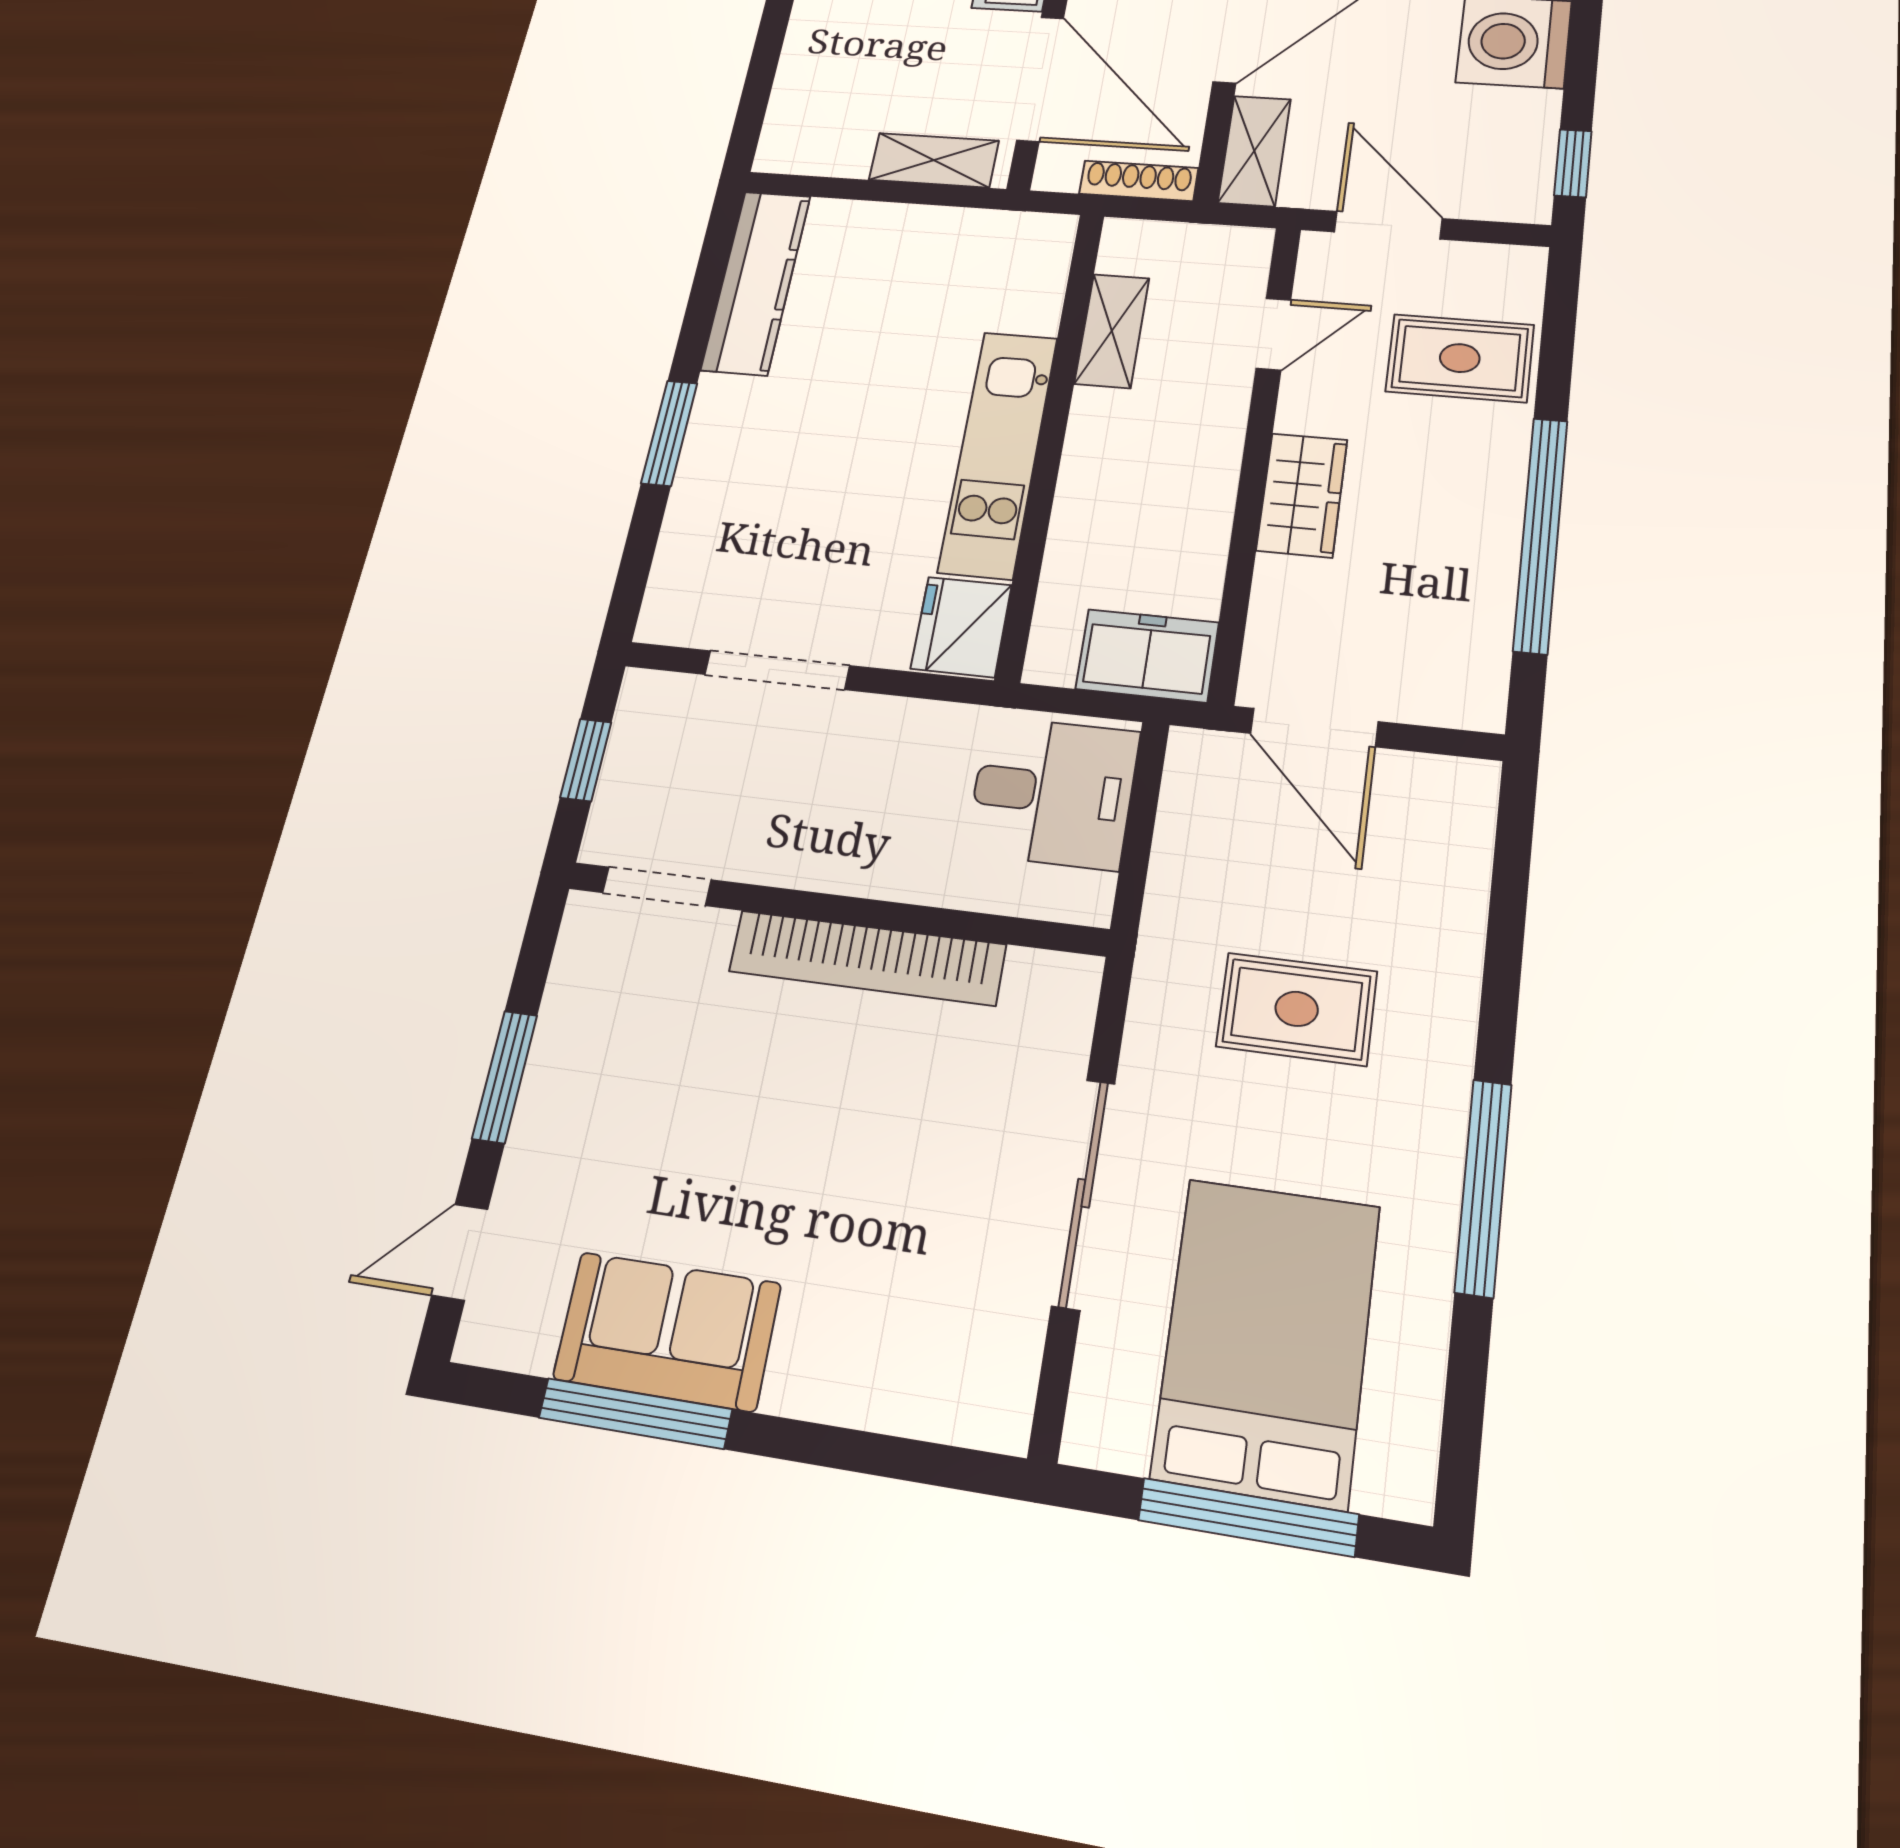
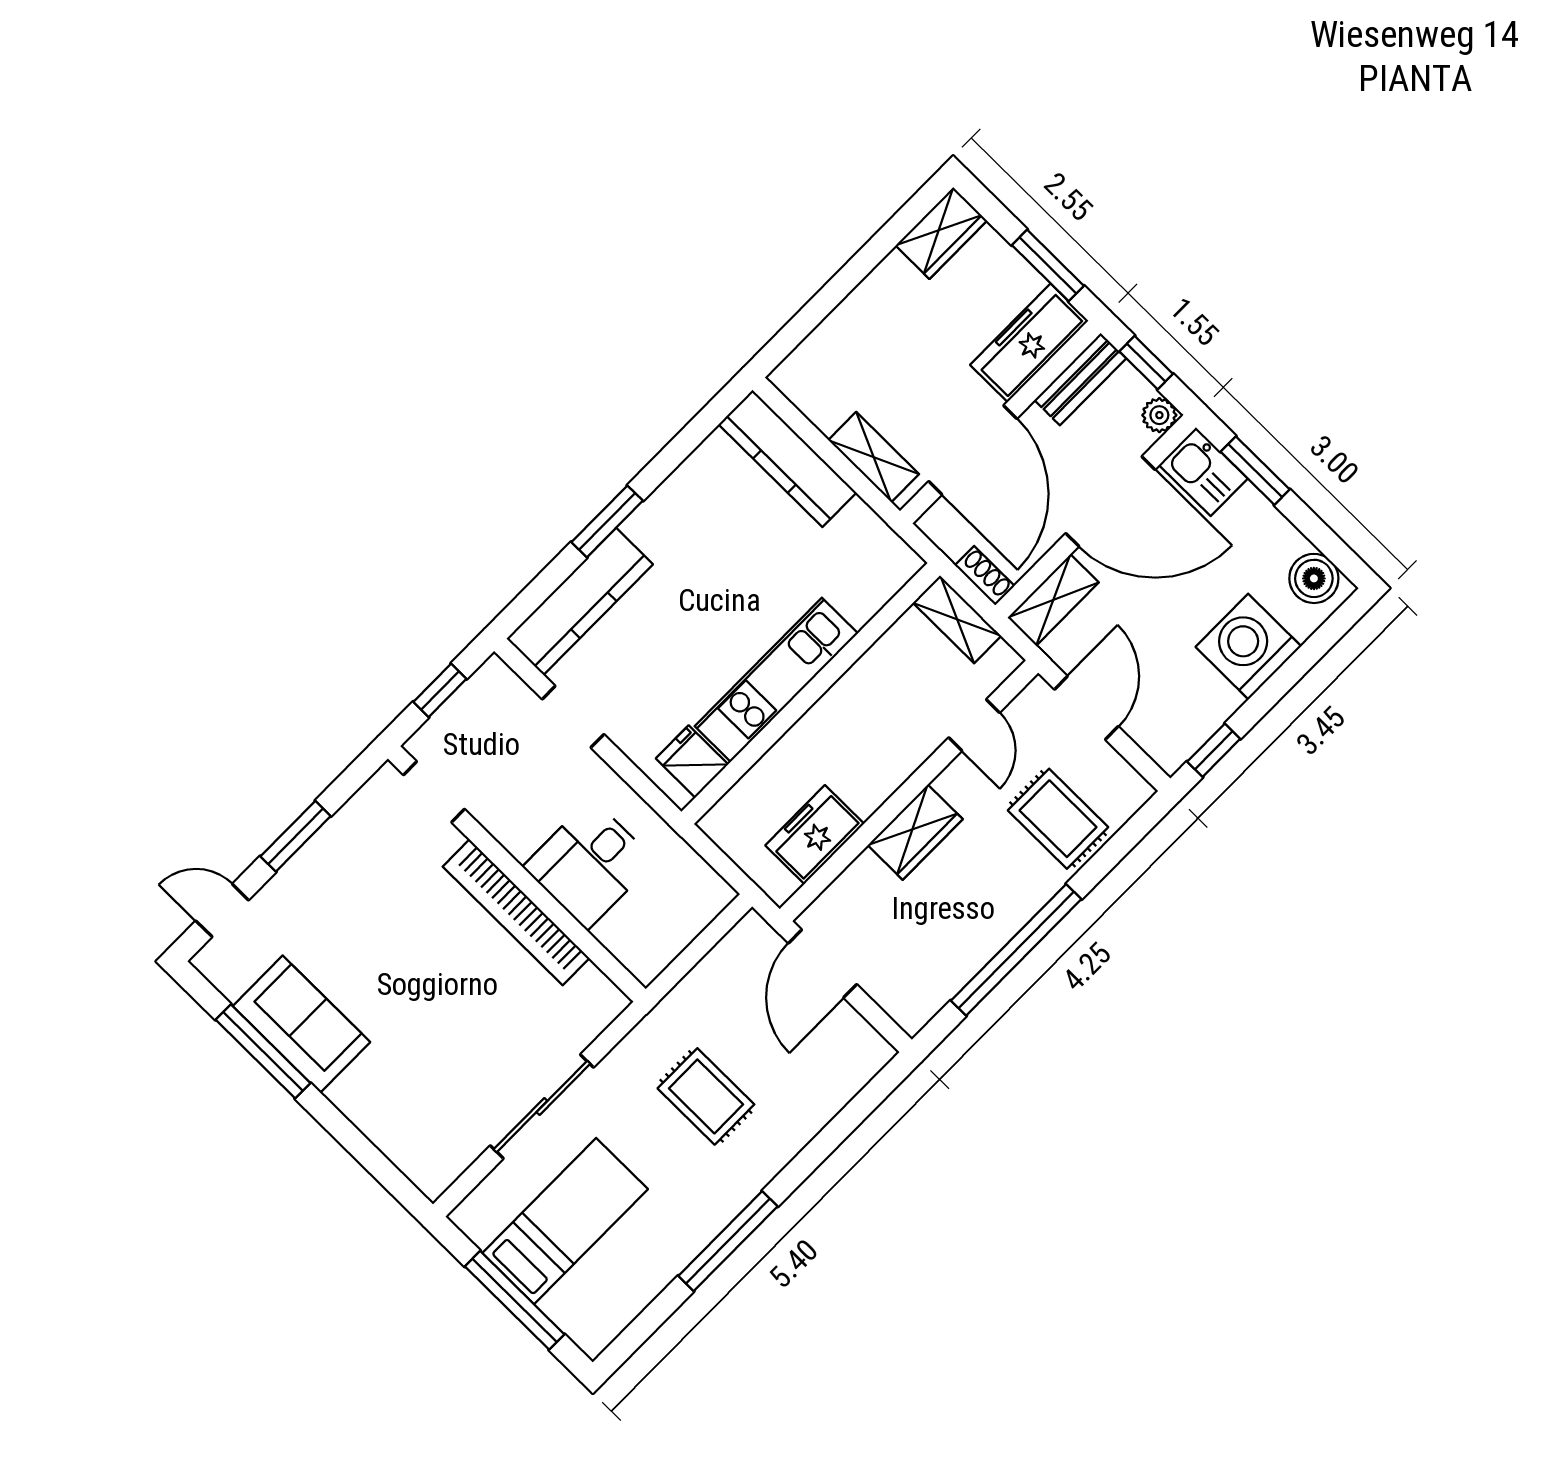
shoe rack: (1139, 181) -> (985, 576), width x0.70
kitchen counter: (756, 282) -> (787, 458), moved, turned 90
shelving: (1112, 331) -> (957, 619), moved, turned 90
door: (1274, 334) -> (974, 725), hinge flipped
kitchen counter: (695, 538) -> (580, 601), added
fridge: (961, 627) -> (692, 761), width x0.72
freezer: (1147, 656) -> (815, 835), moved, turned -90
doorway: (777, 670) -> (573, 717), width x0.73
desk: (1053, 792) -> (589, 864), moved, turned 90
bed: (1266, 1341) -> (565, 1221), width x0.67

